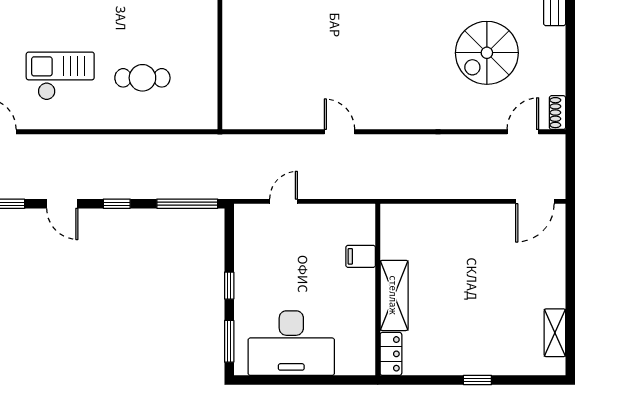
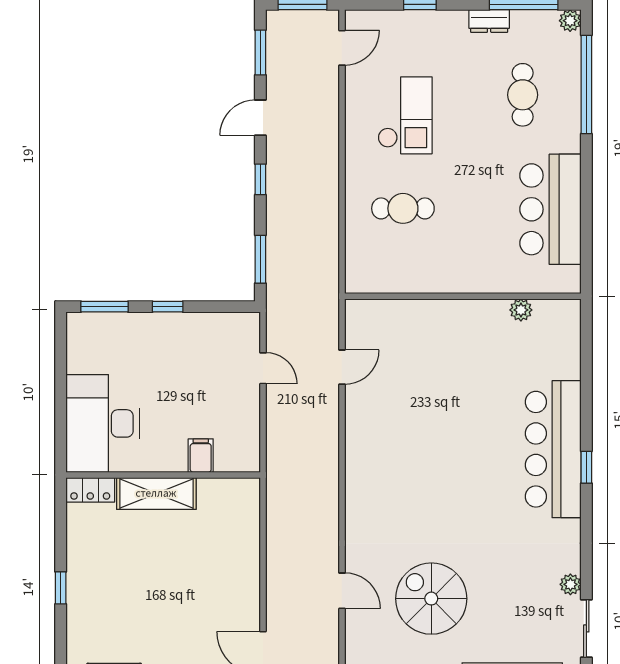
cafe table: (142, 78) -> (403, 208), turned 90
door: (339, 132) -> (342, 367), moved
door: (523, 132) -> (342, 591), moved
window: (187, 204) -> (260, 259), width x0.69
desk: (291, 343) -> (102, 423), moved

